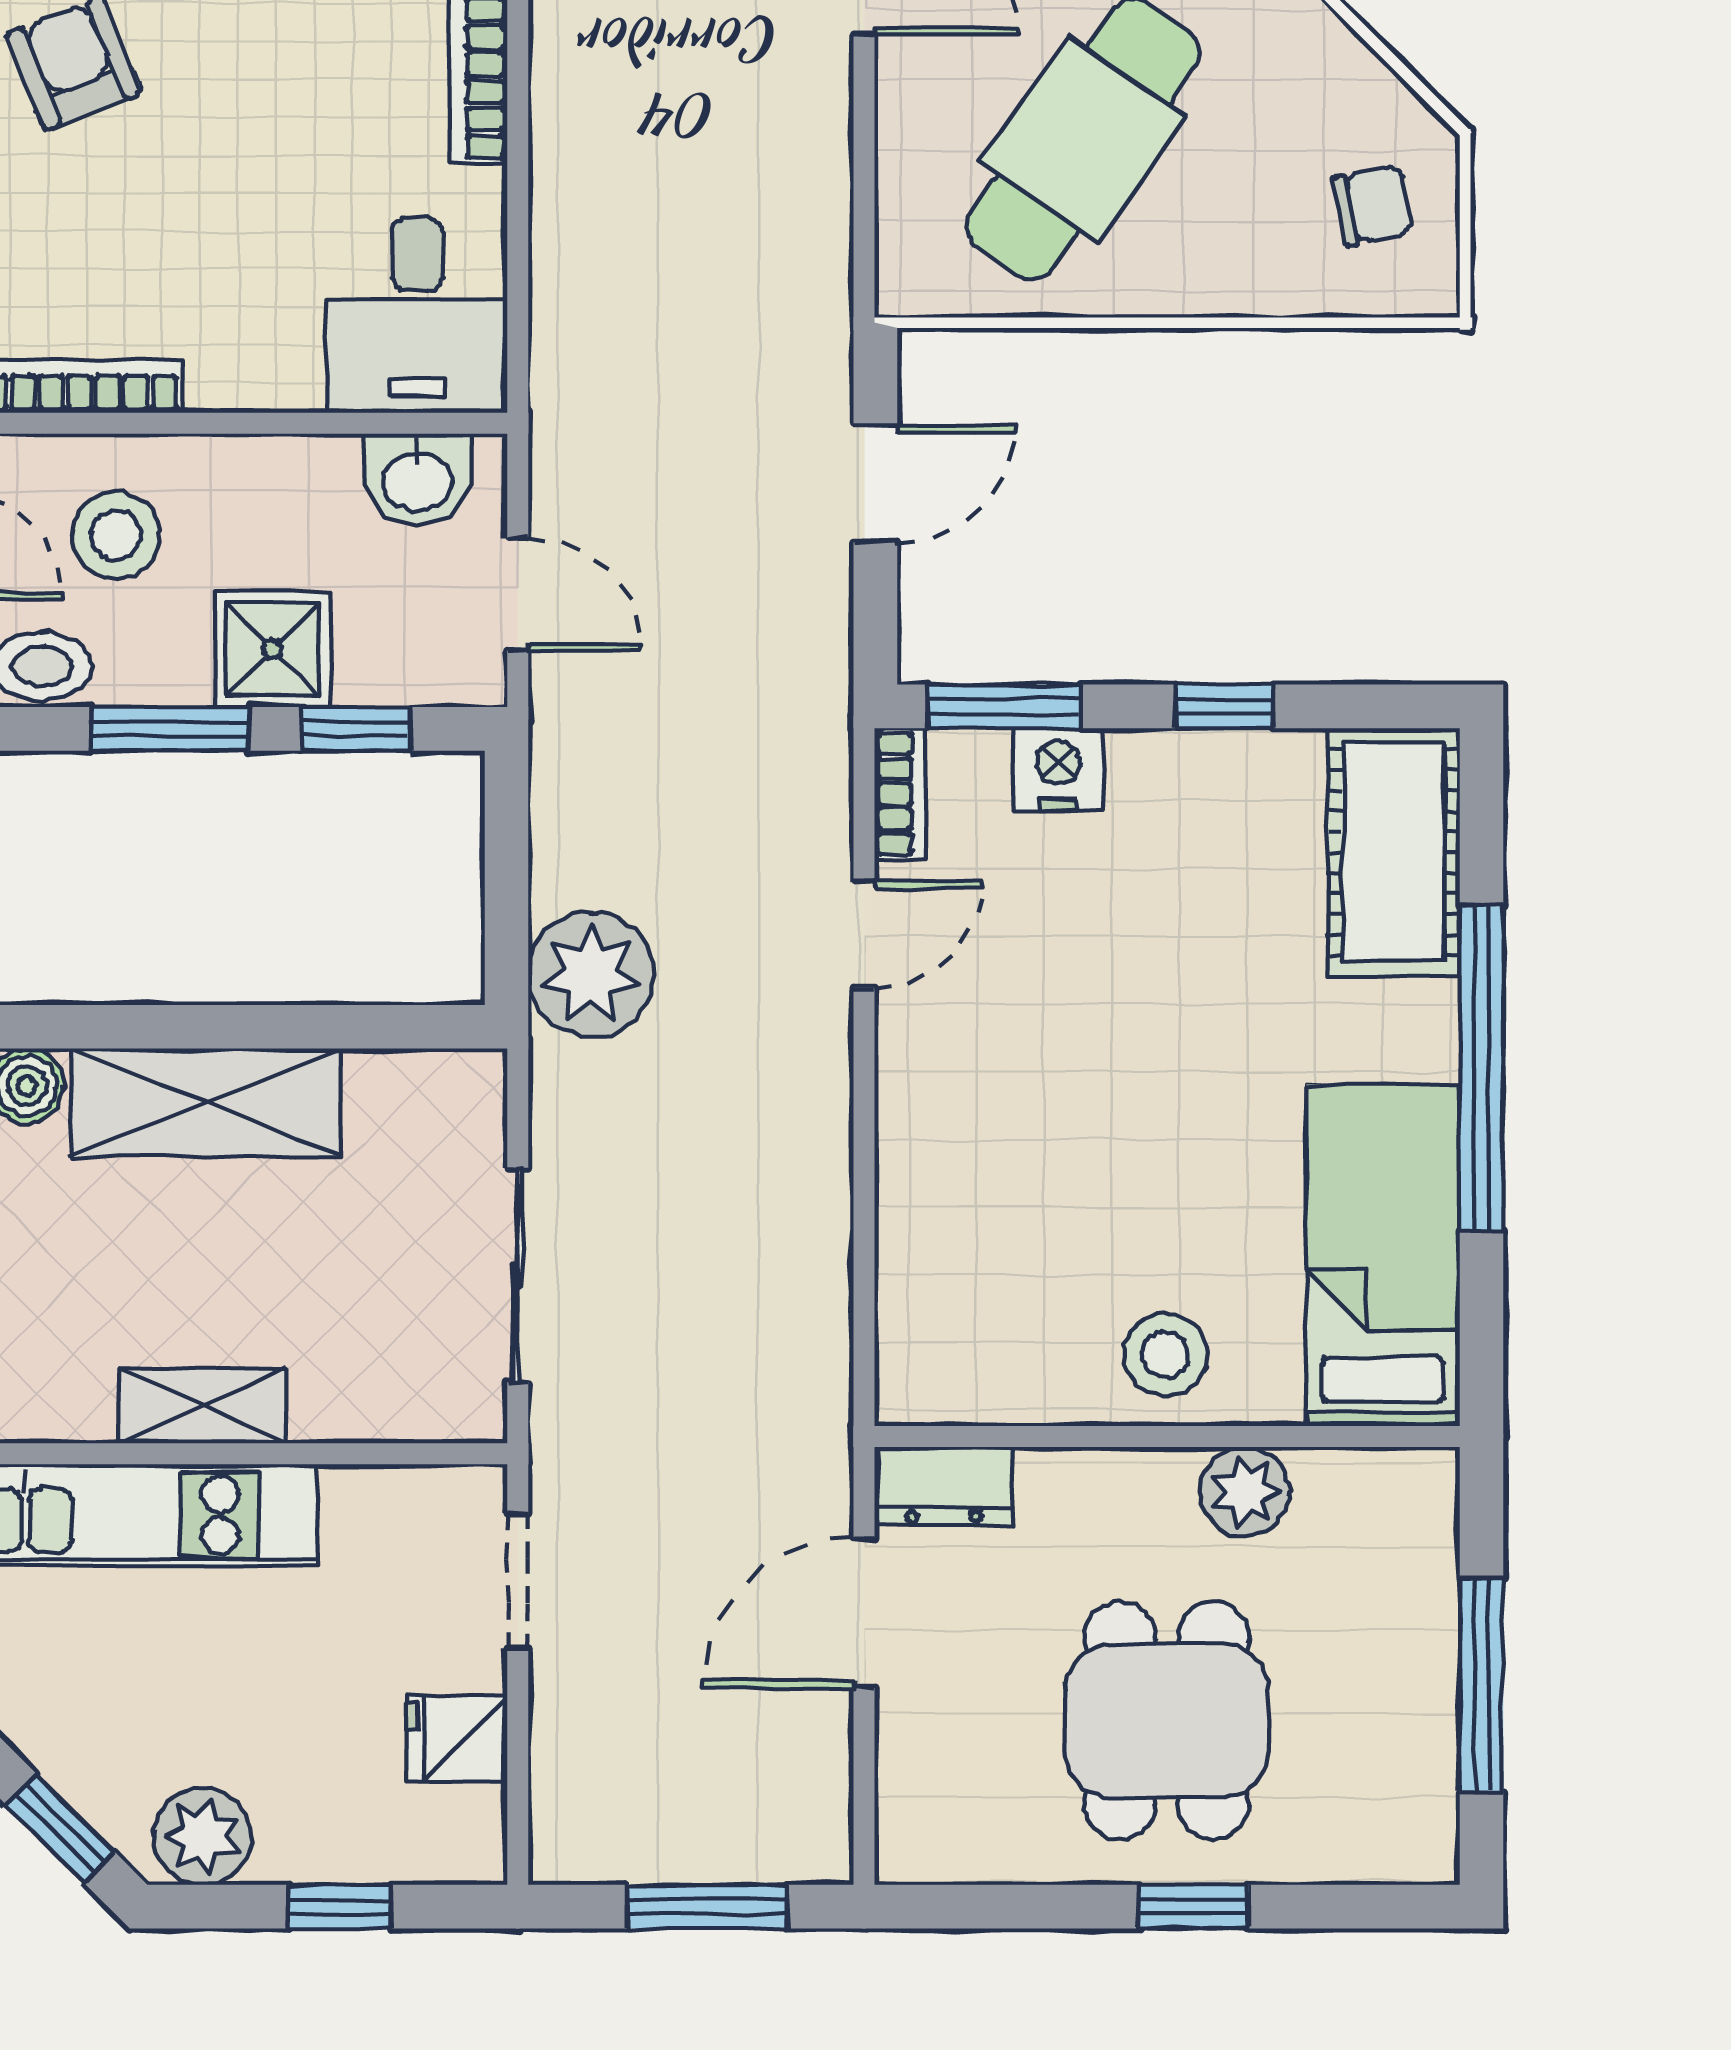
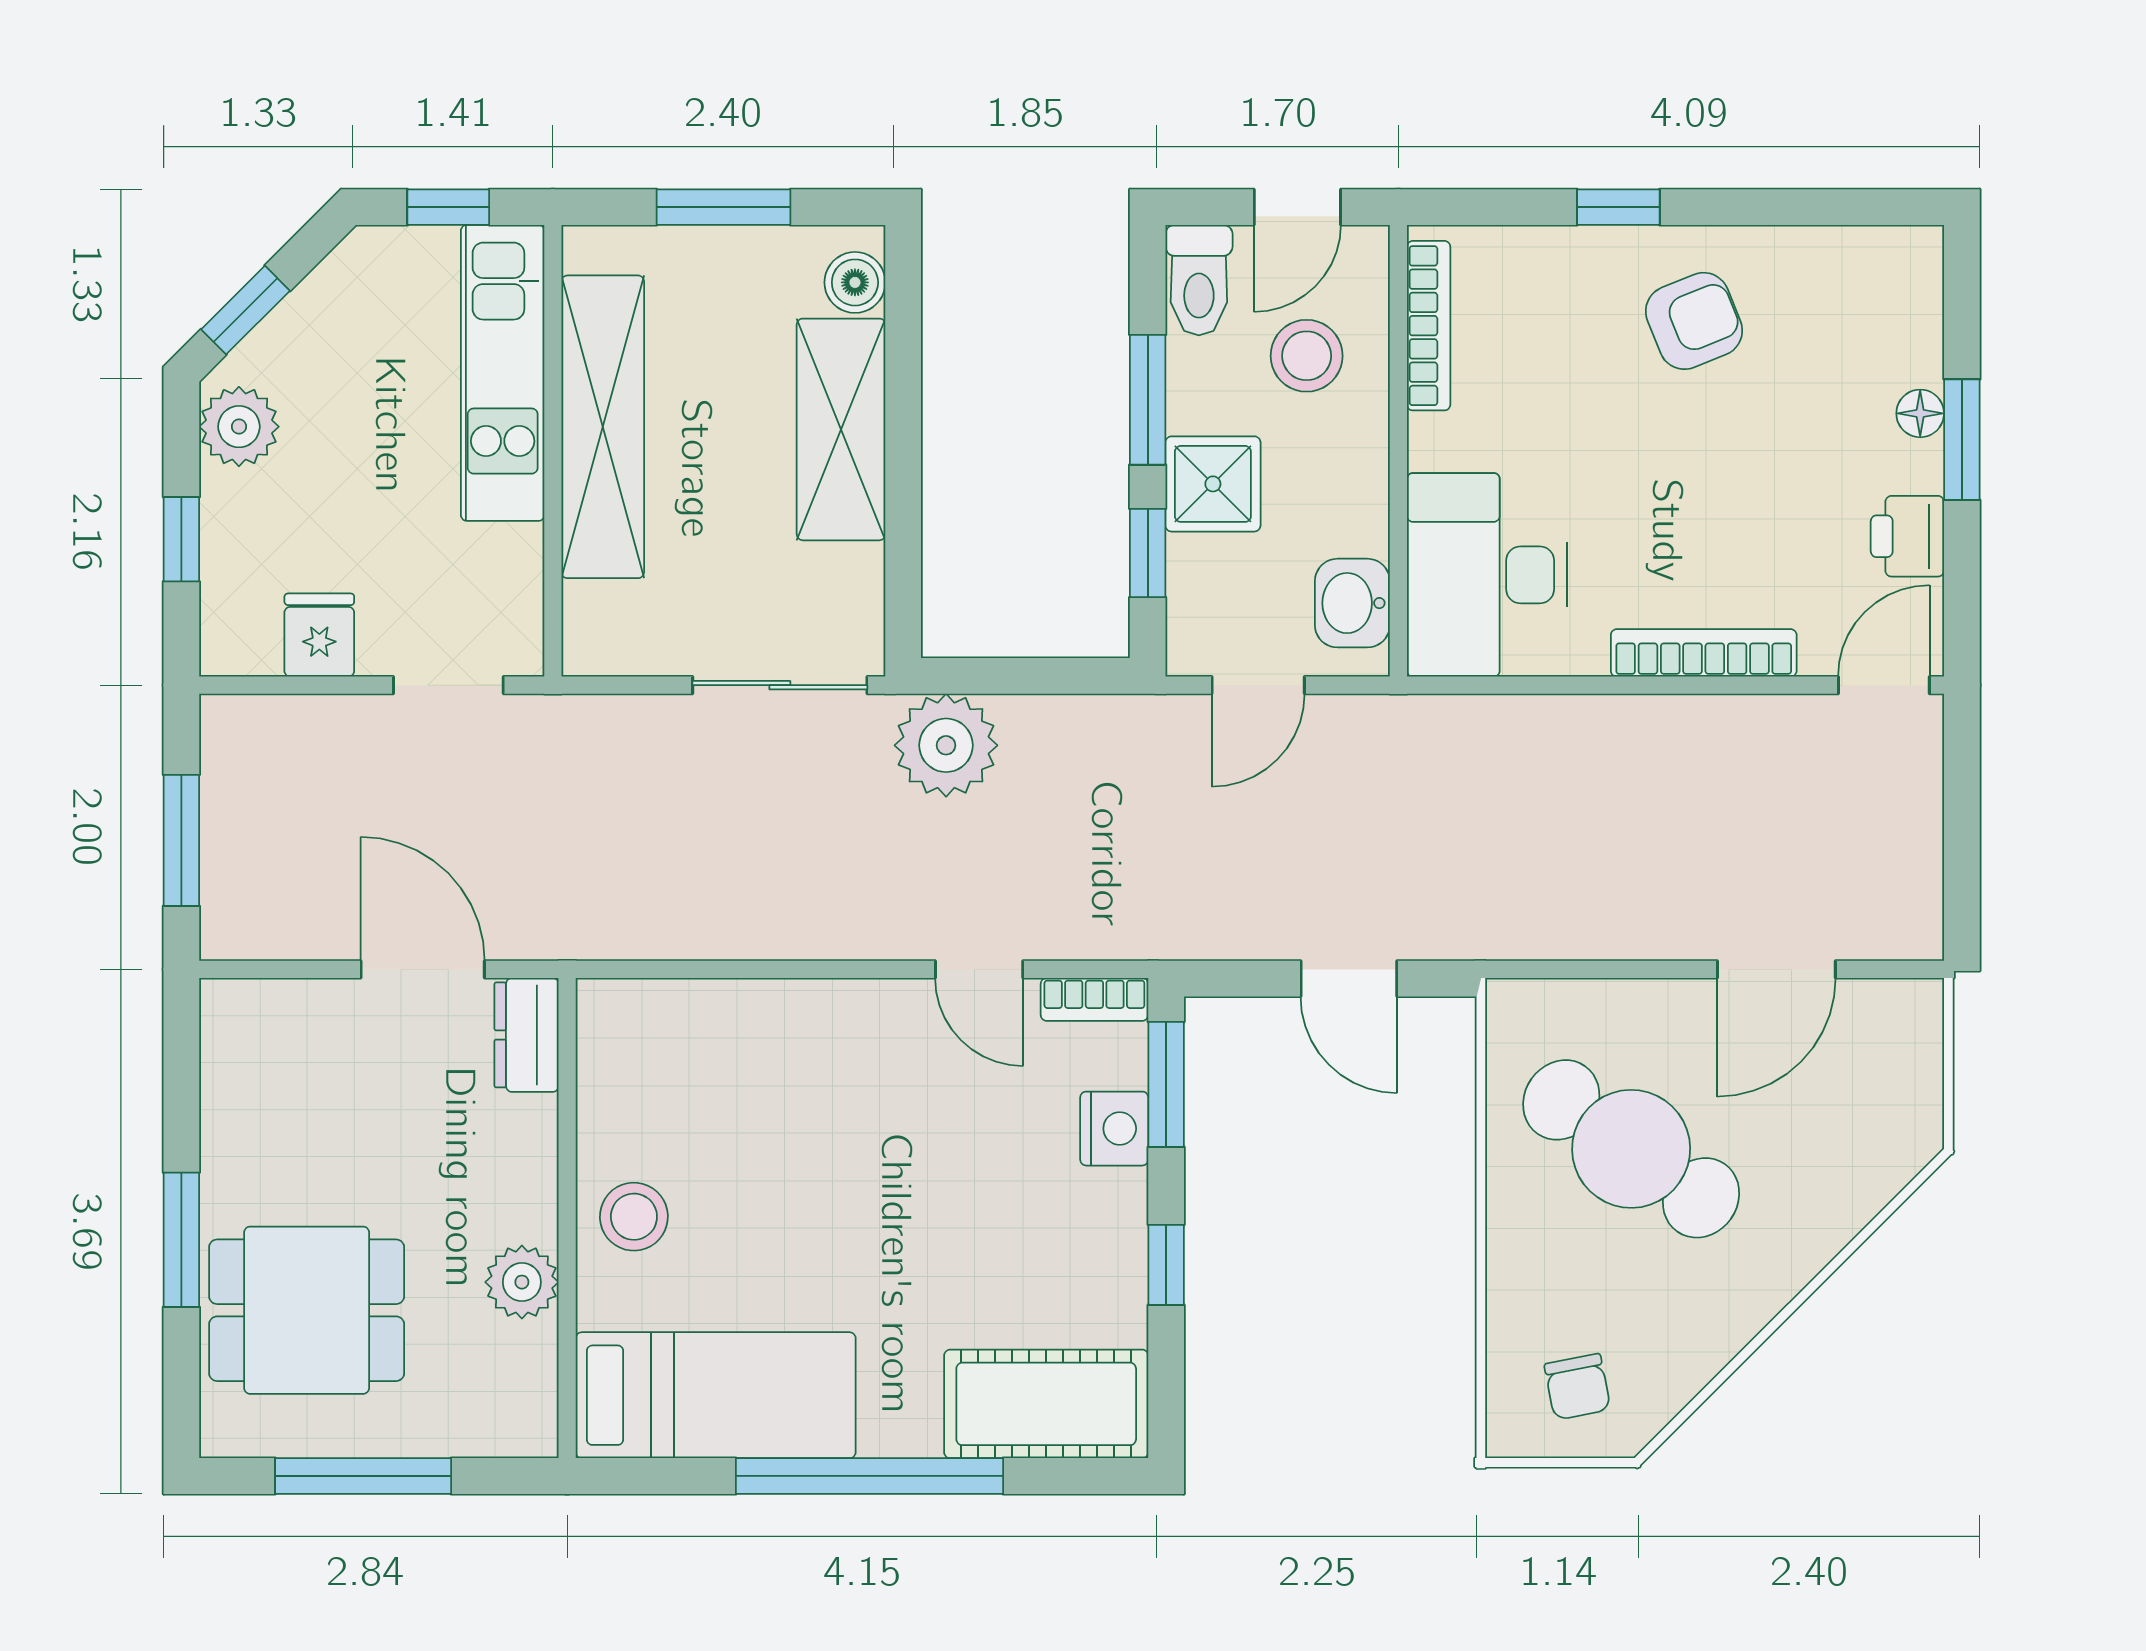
desk: (417, 315) -> (1487, 575), width x1.37
sliding door: (518, 1276) -> (780, 685), moved
shelving: (203, 1406) -> (603, 427), width x2.20, depth x1.33
dining table: (1167, 1720) -> (307, 1310), moved
window: (1194, 1907) -> (181, 1240), width x1.50

